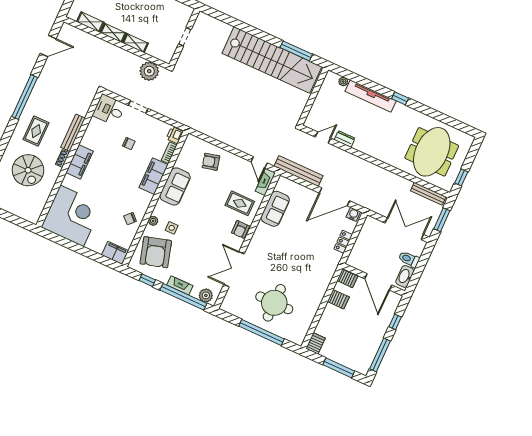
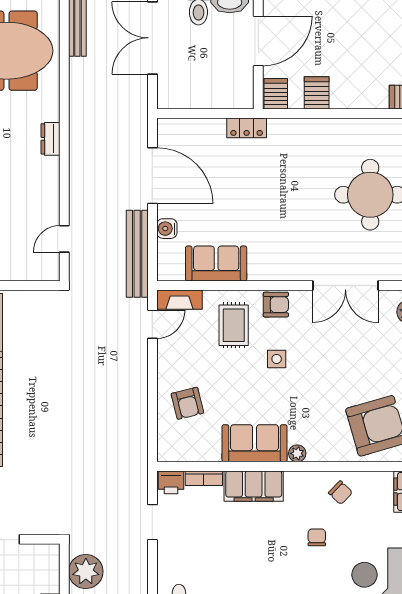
doorway: (138, 107) -> (152, 522), moved
door: (323, 137) -> (64, 239), hinge flipped
dresser: (345, 139) -> (51, 139), moved
chair: (129, 144) -> (317, 537), moved
water cooler: (353, 214) -> (167, 229), moved
plant: (153, 221) -> (297, 453), moved
side table: (172, 228) -> (277, 359), moved
locker: (343, 242) -> (247, 128), moved

